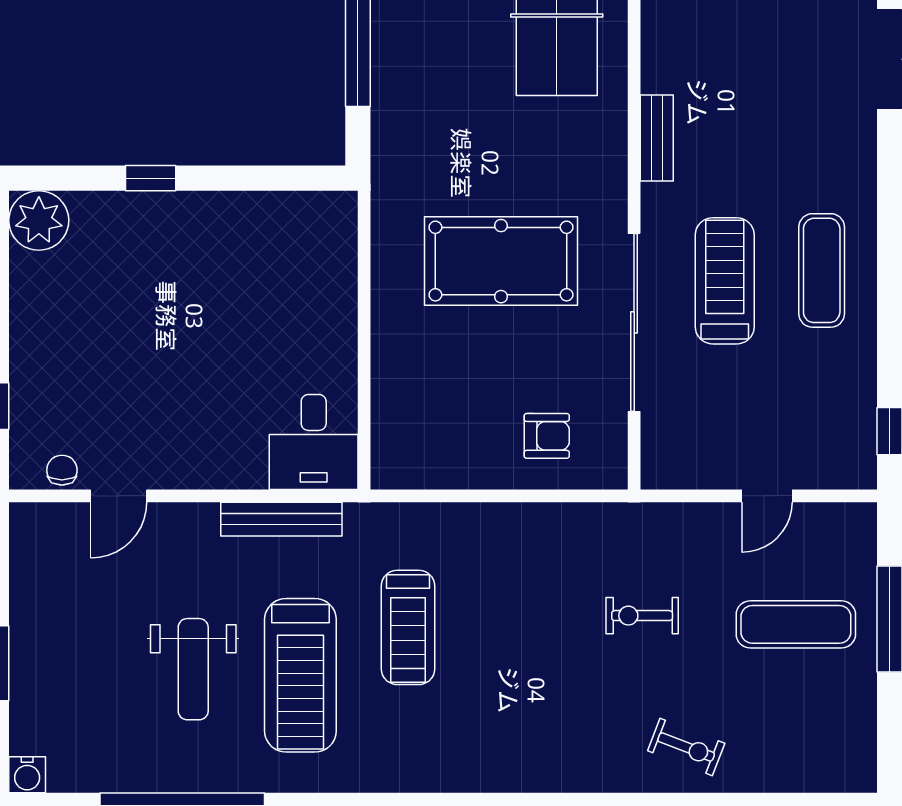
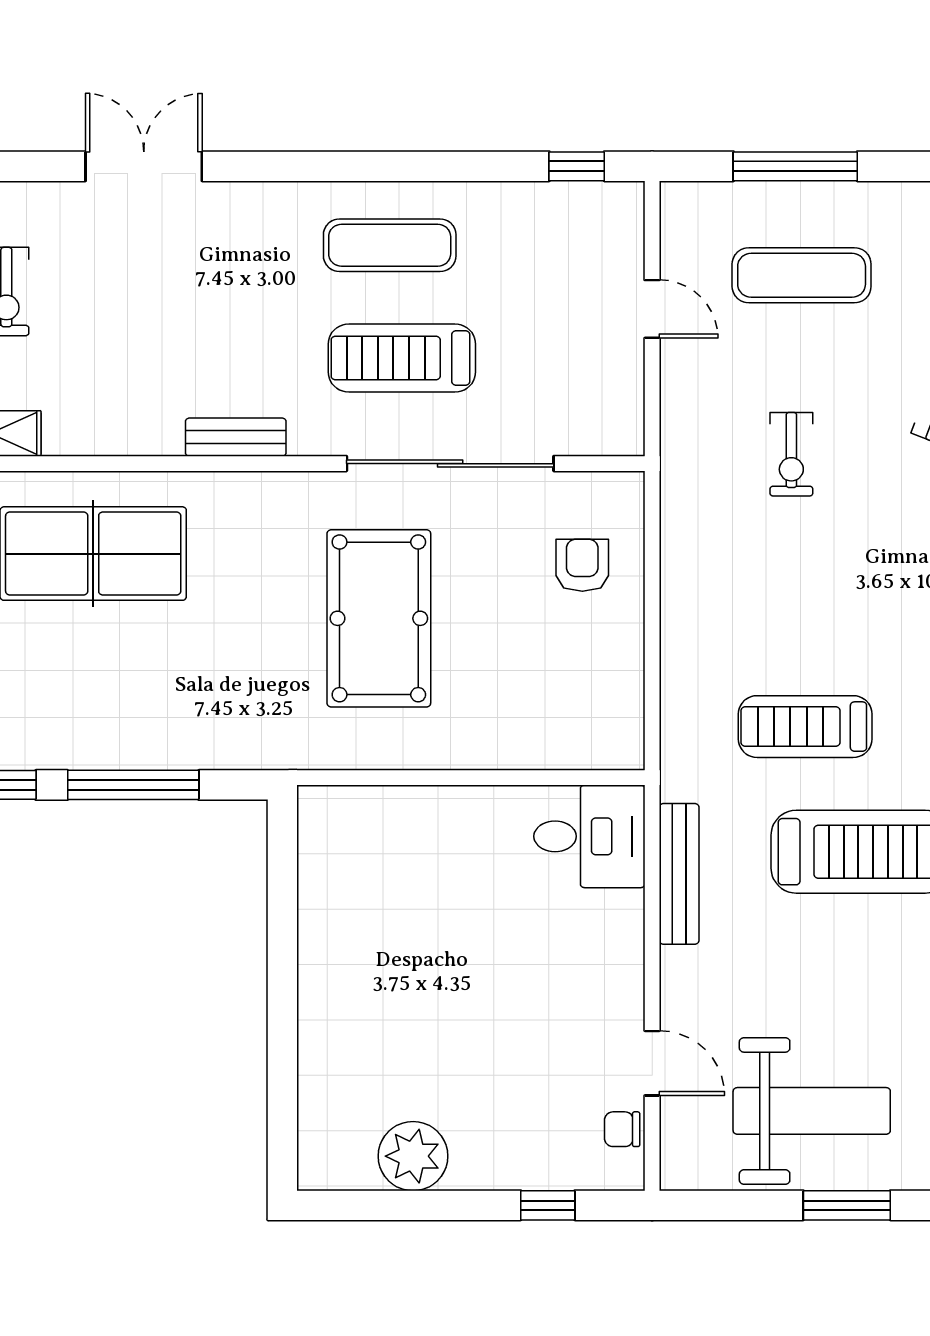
window: (151, 178) -> (282, 1026), removed
plant: (39, 220) -> (413, 1156), moved
exercise mat: (796, 624) -> (802, 275), turned 90
treadmill: (408, 627) -> (805, 727), turned 180
weight bench: (193, 669) -> (812, 1111), moved, width x1.36, depth x1.33

